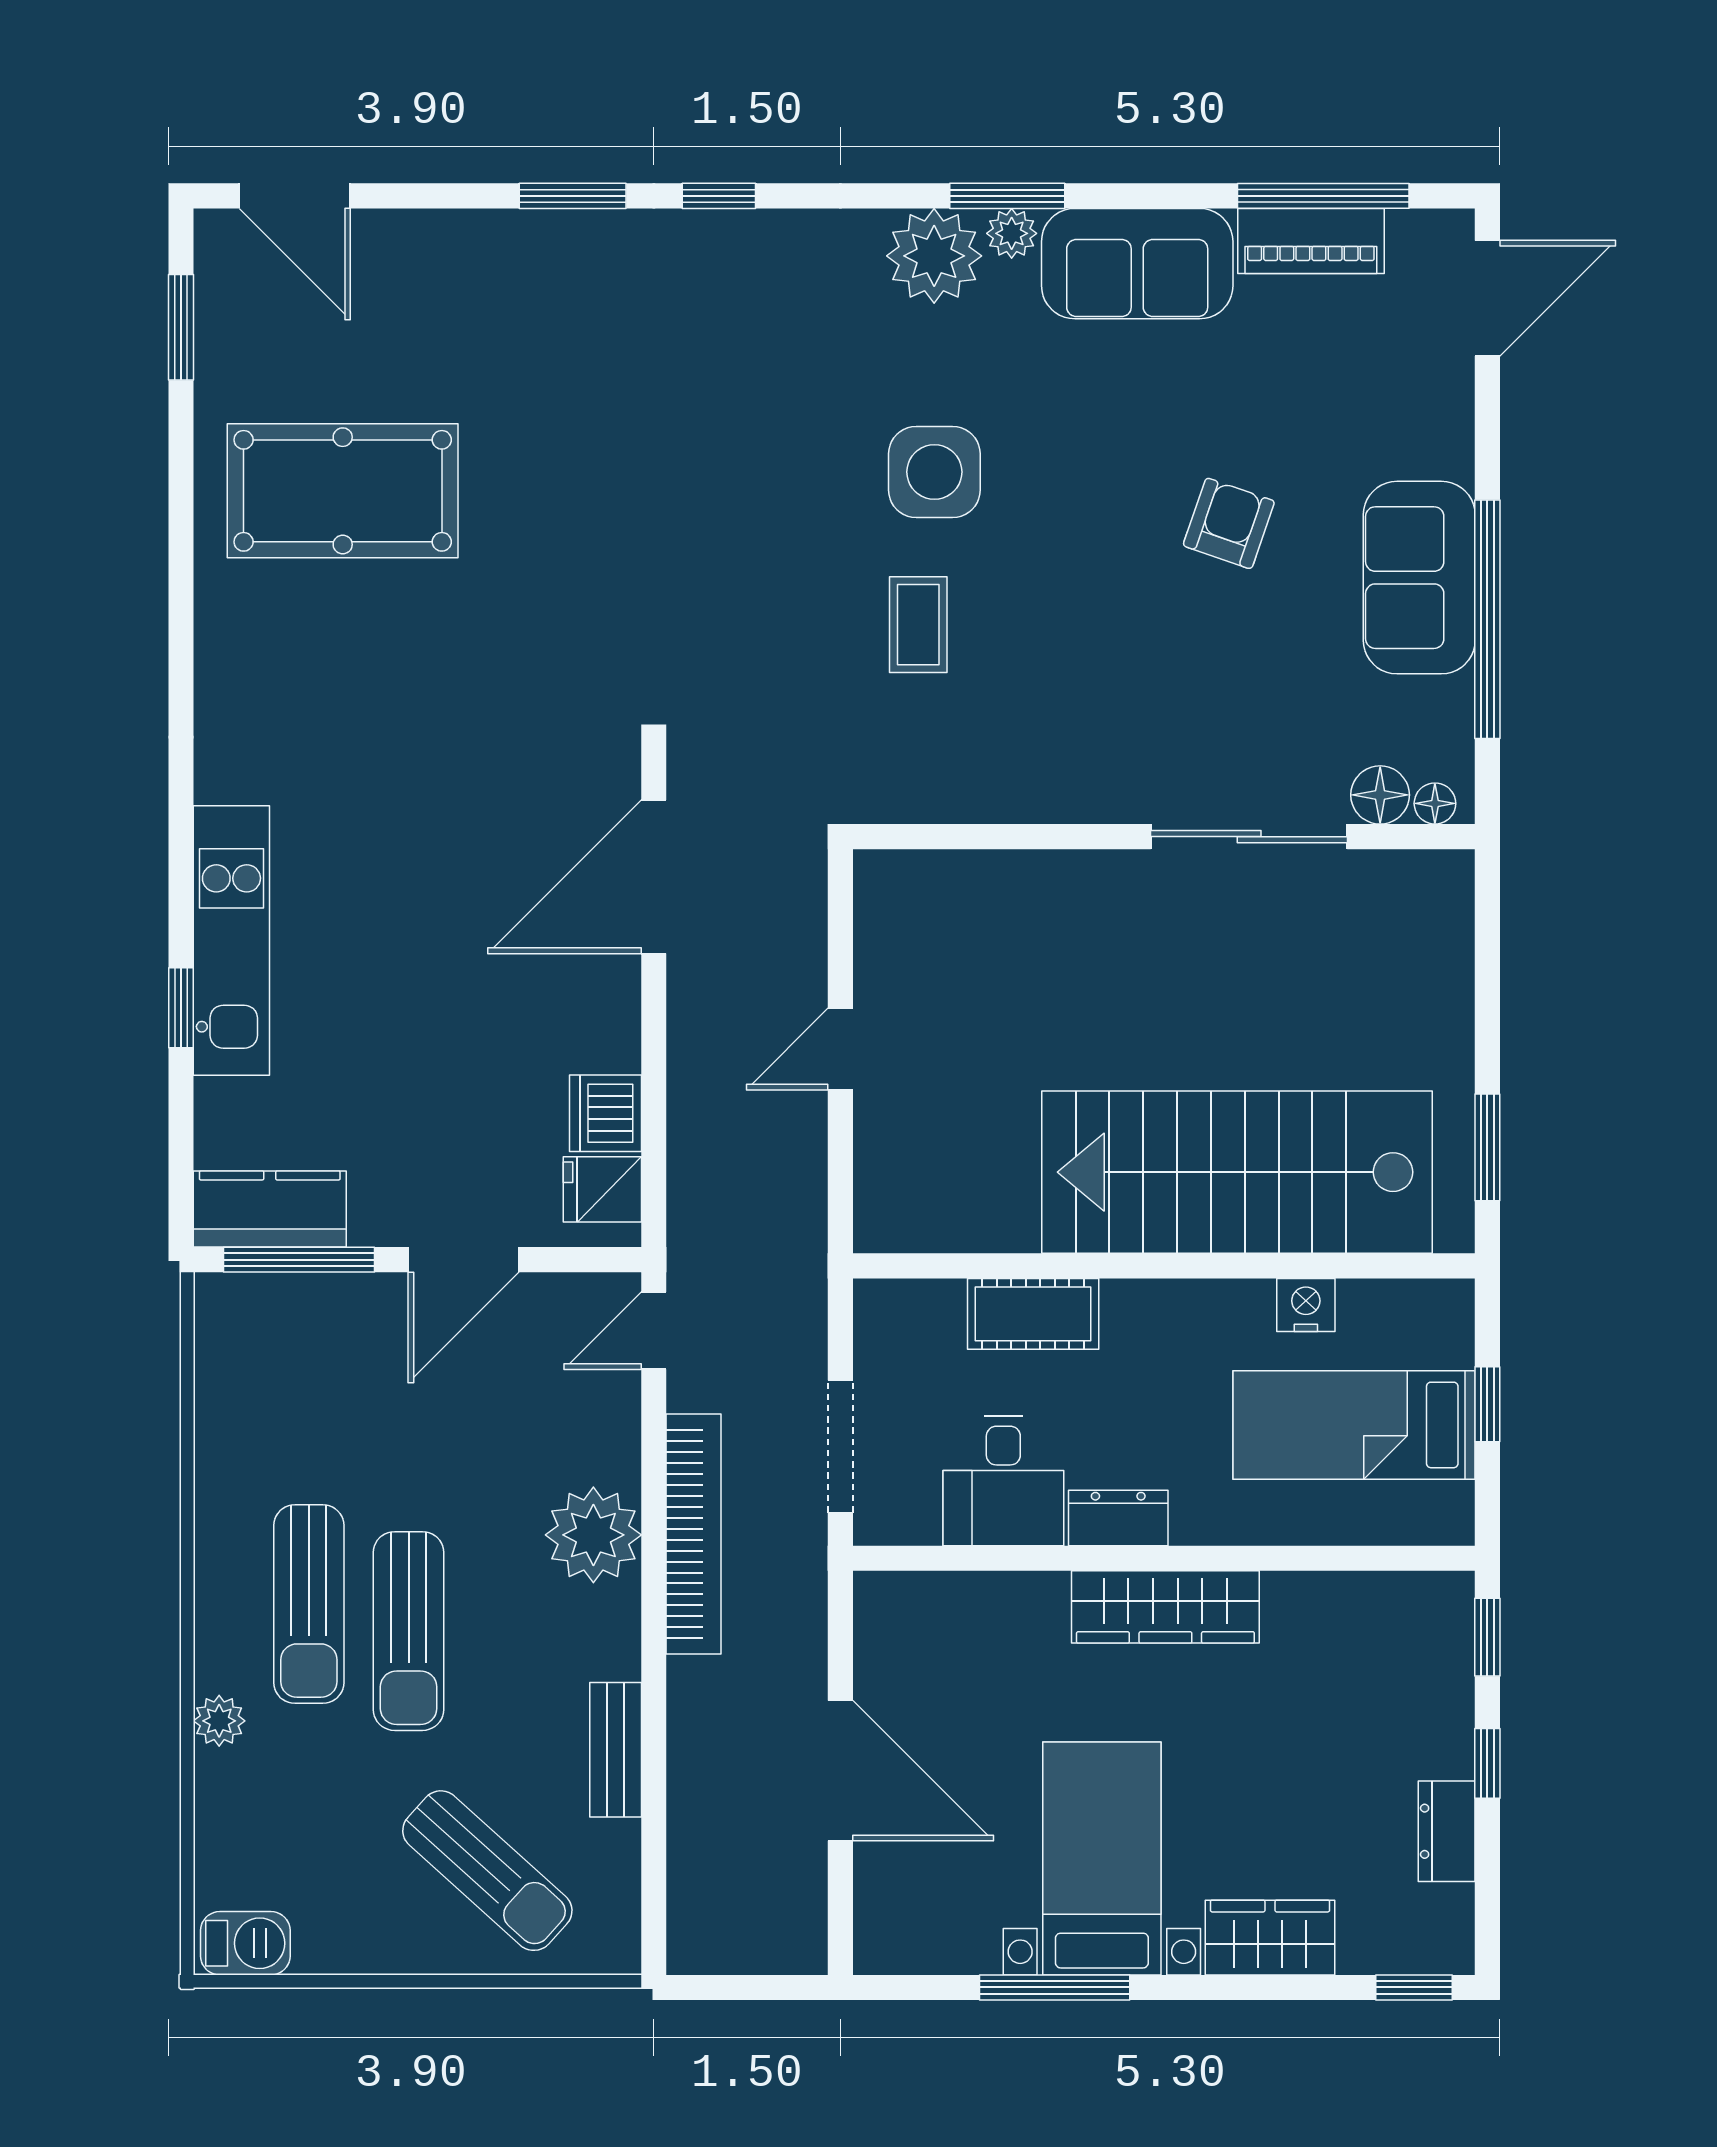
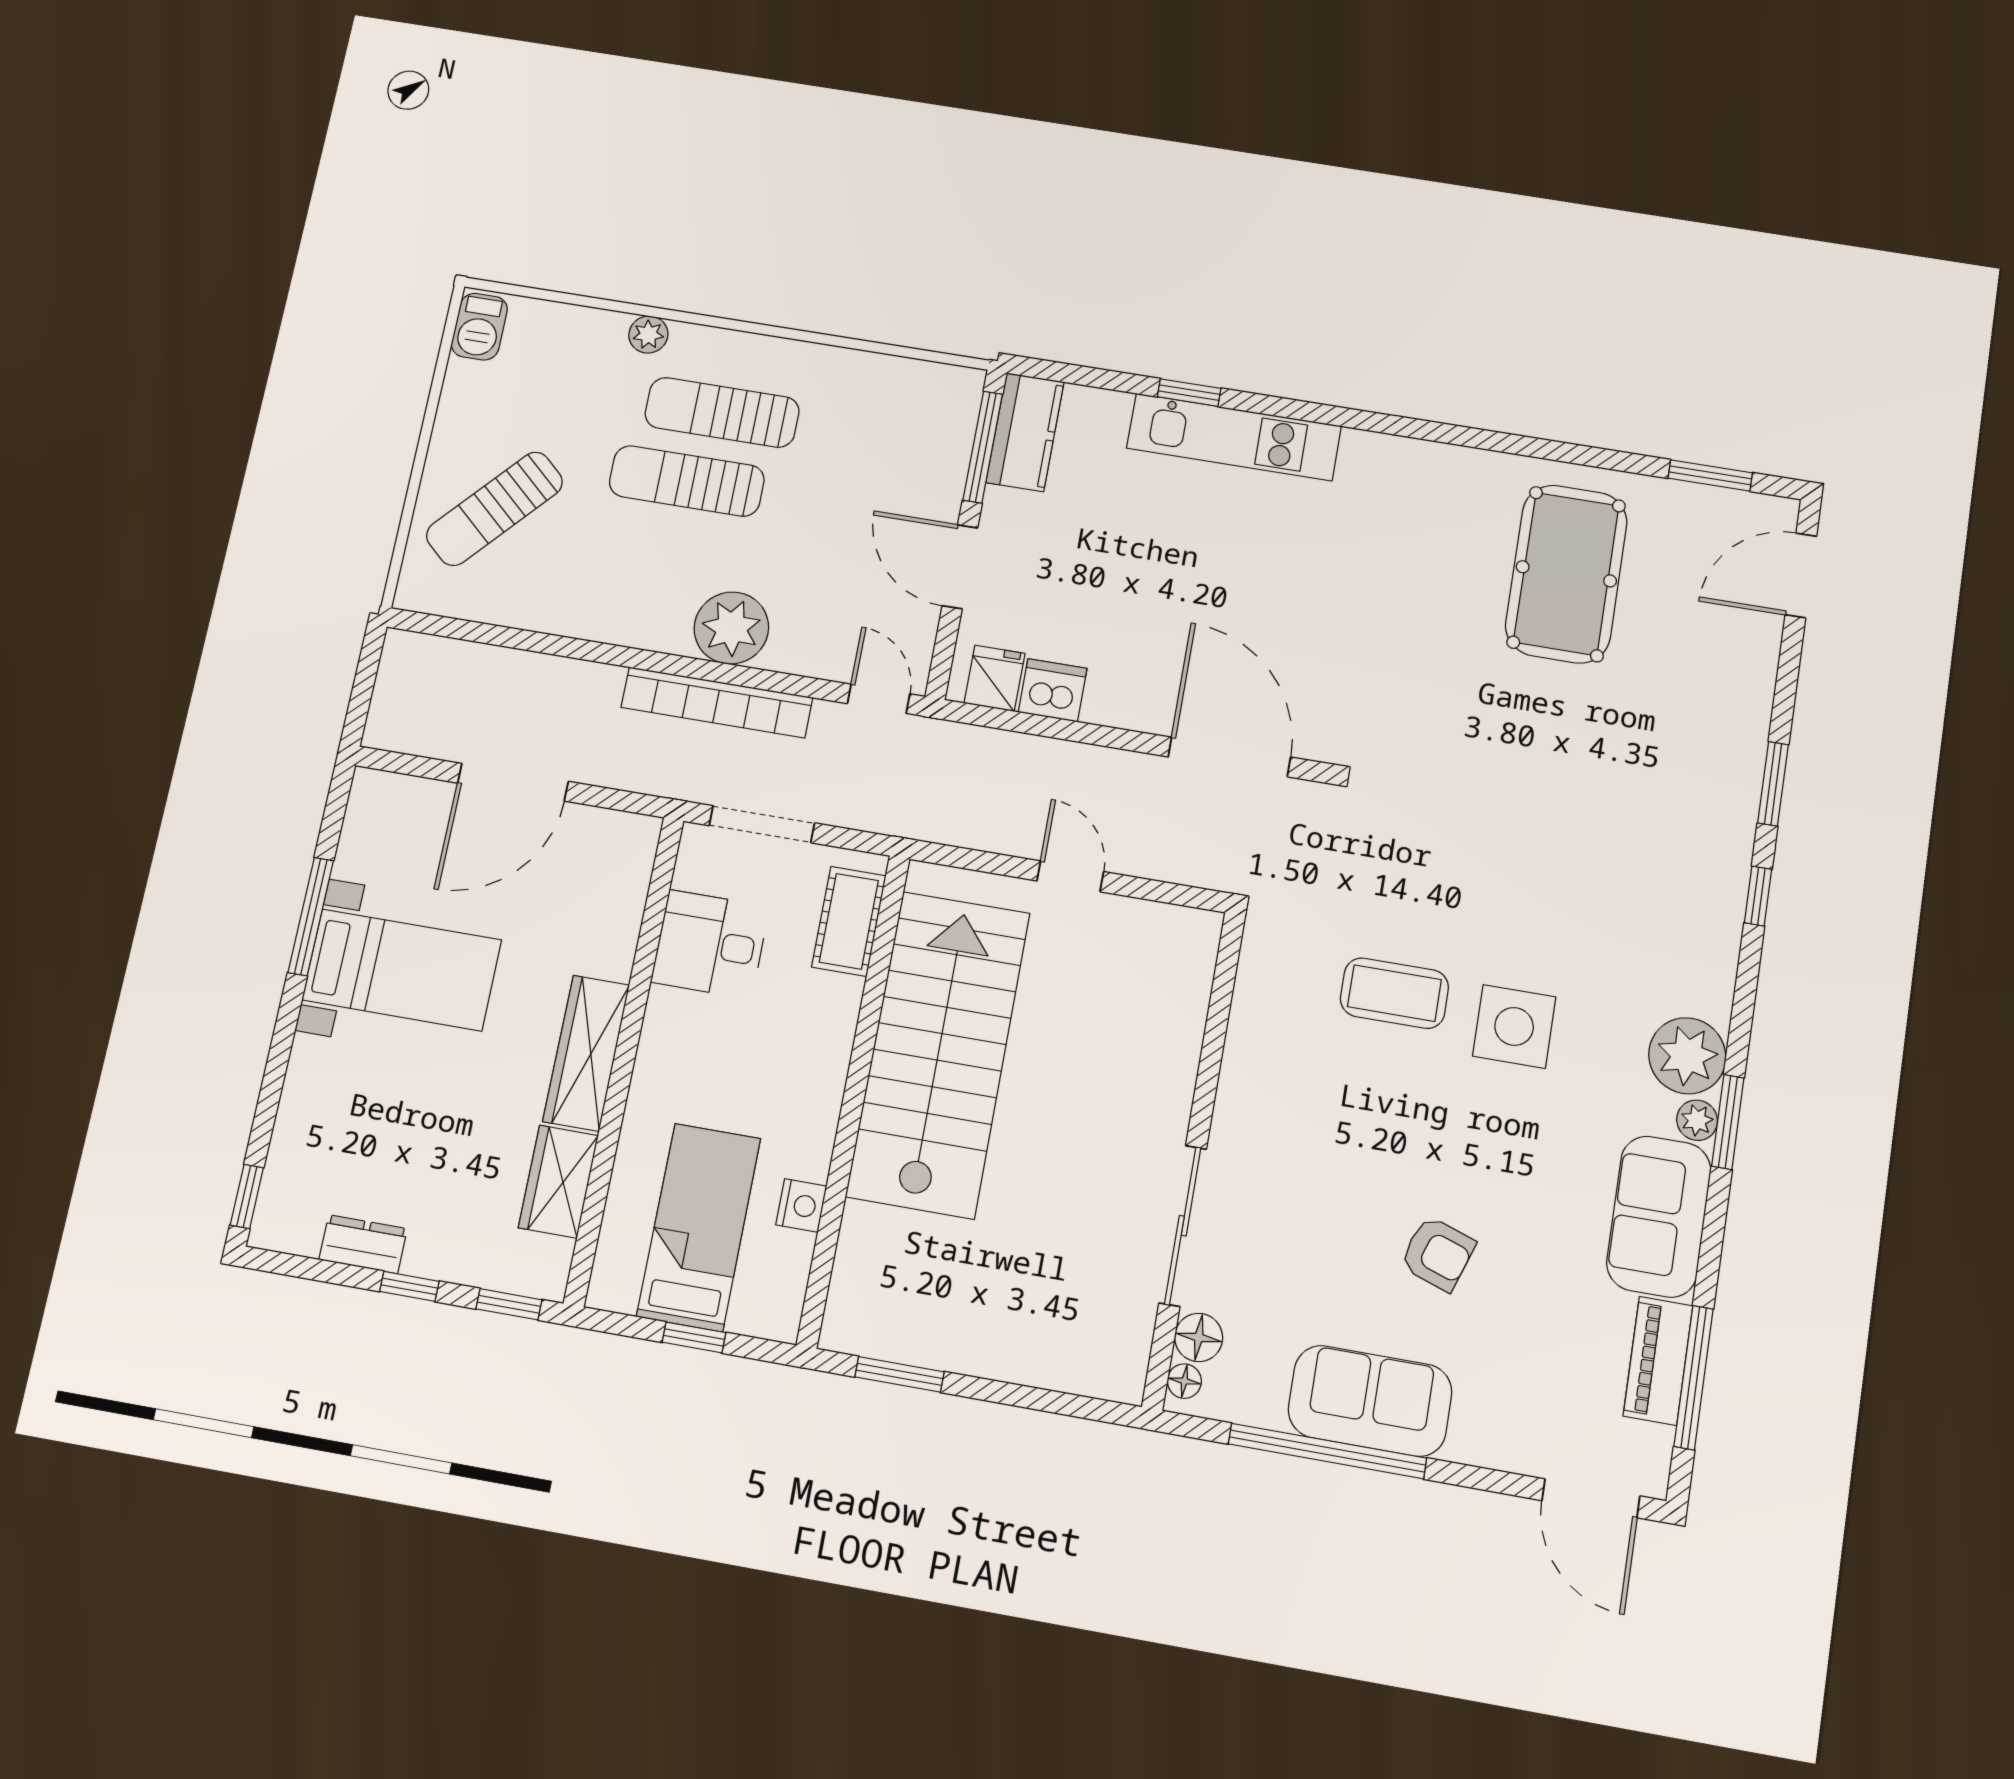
coffee table: (918, 625) -> (1394, 993), width x1.36, depth x1.30
stairs: (1237, 1172) -> (938, 1054), moved
cot: (1033, 1314) -> (849, 921), moved
dresser: (1118, 1518) -> (663, 1028), removed
bench: (616, 1750) -> (565, 617), removed
wardrobe: (1270, 1938) -> (558, 1182), moved, turned 180

